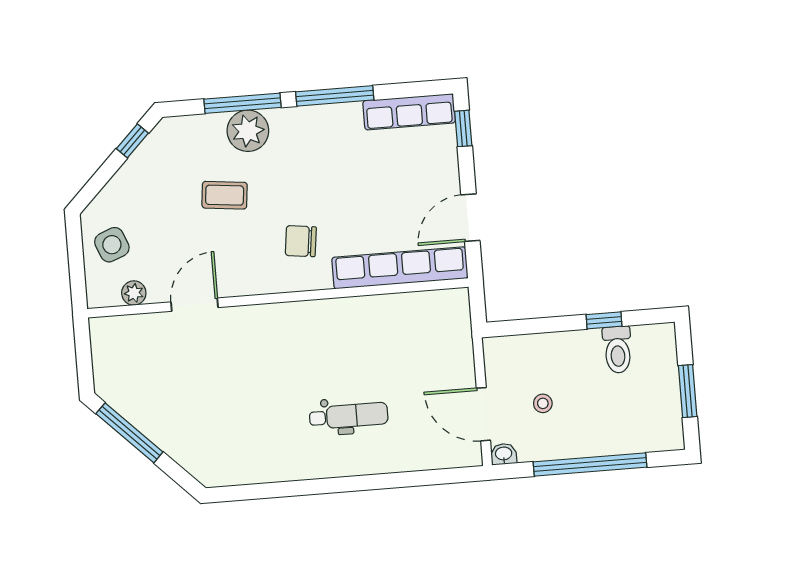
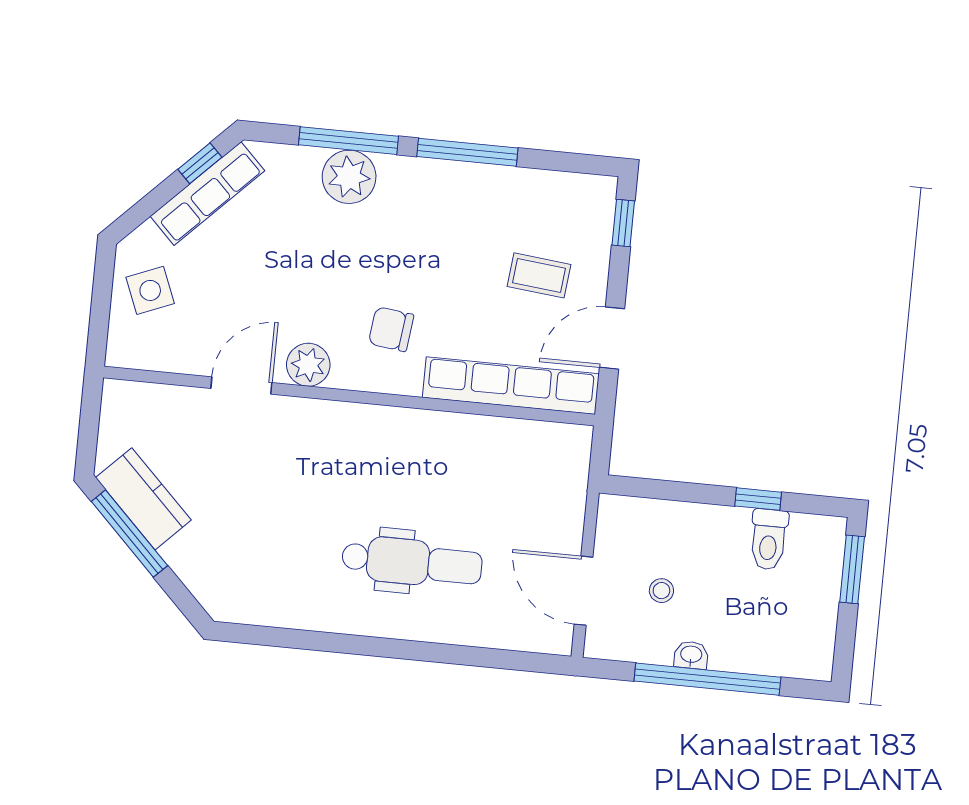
row of seats: (409, 112) -> (207, 194), moved, turned -45
coffee table: (225, 195) -> (539, 275), moved
plant: (134, 293) -> (308, 365), moved, width x1.38, depth x1.38
window: (688, 391) -> (852, 569), moved
kitchen counter: (135, 404) -> (143, 499), added
dental chair: (349, 416) -> (412, 562), width x1.36, depth x1.38
washbasin: (504, 454) -> (691, 655), moved

